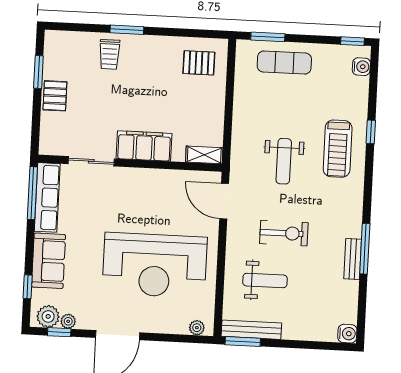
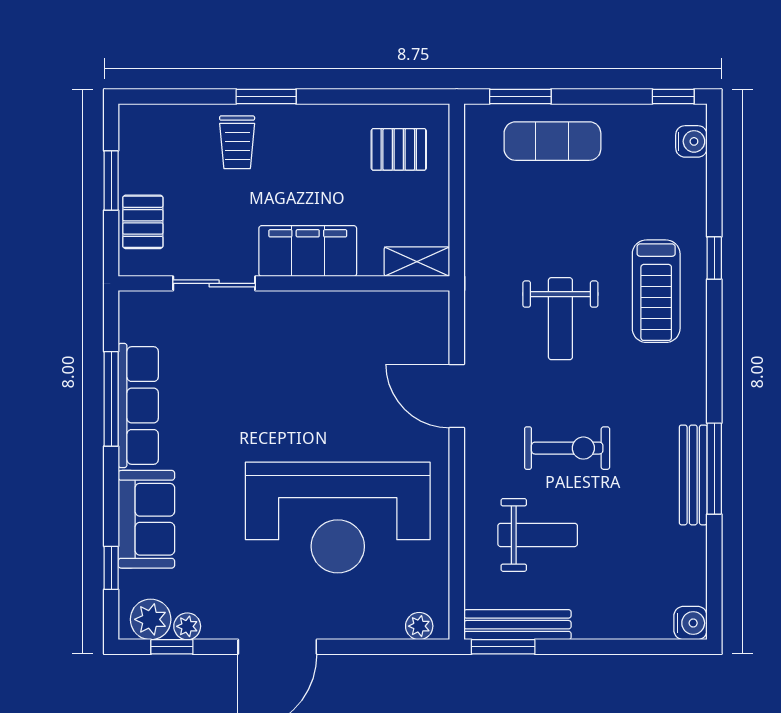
filing cabinet: (144, 146) -> (308, 251), moved
shelving: (204, 155) -> (417, 262), moved
sliding door: (91, 161) -> (214, 283), moved
wall: (130, 163) -> (284, 283), moved
bench: (353, 259) -> (693, 475), width x1.36

